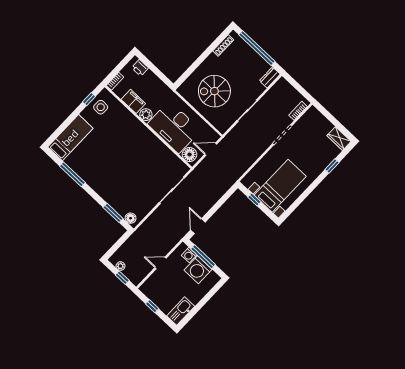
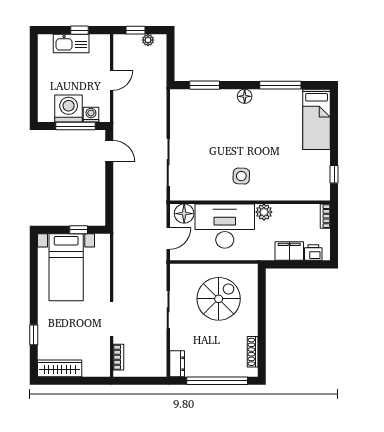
filing cabinet: (133, 101) -> (289, 251), moved, turned 180
side table: (101, 107) -> (241, 176), moved
wardrobe: (339, 139) -> (60, 368), width x1.50
floor lamp: (131, 218) -> (245, 96), moved
kitchen sink: (181, 311) -> (71, 43), moved, turned 90

